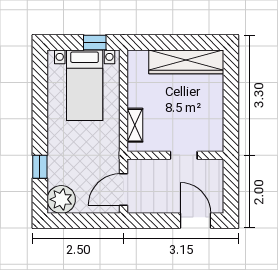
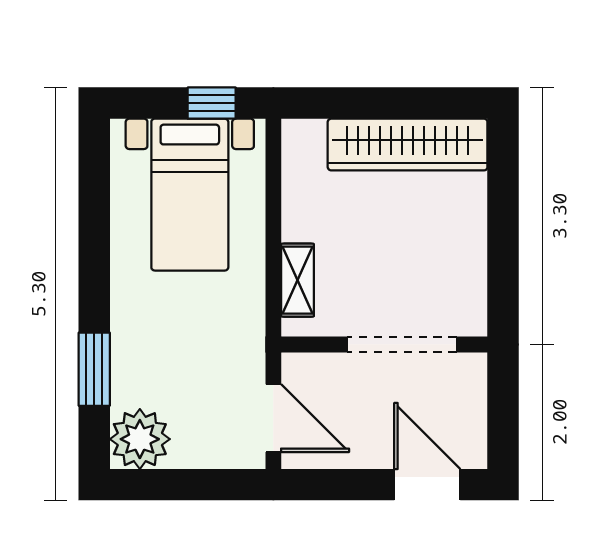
doorway: (184, 155) -> (402, 344), width x1.88
window: (40, 167) -> (94, 369), width x1.50
door: (124, 190) -> (273, 418), swing flipped

